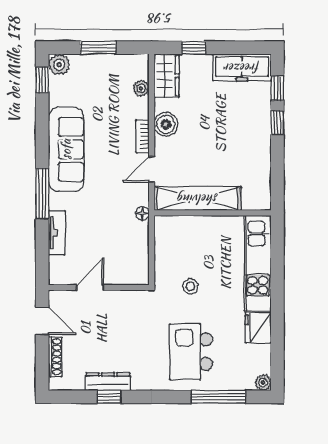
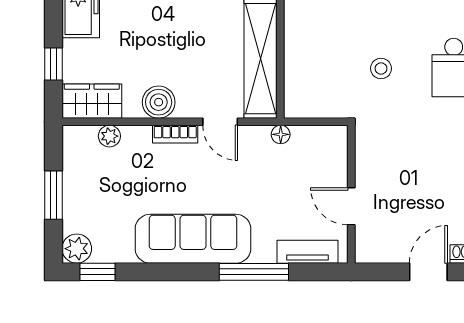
door: (90, 287) -> (351, 206), moved
wall: (99, 287) -> (351, 194), moved

